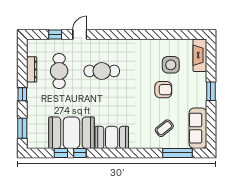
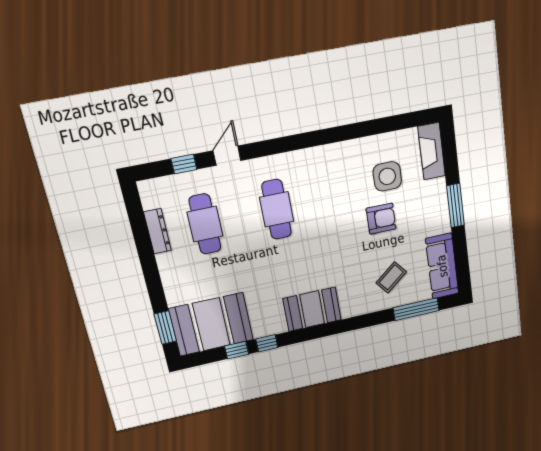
cafe table: (102, 71) -> (277, 209), turned 90
window: (211, 91) -> (456, 206), width x1.44
window: (22, 94) -> (152, 275), removed
booth: (71, 133) -> (211, 324), moved

